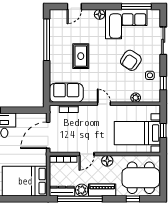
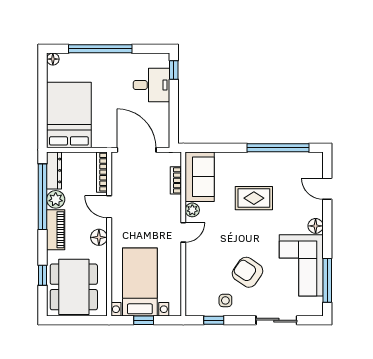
plant: (136, 98) -> (192, 210), moved

